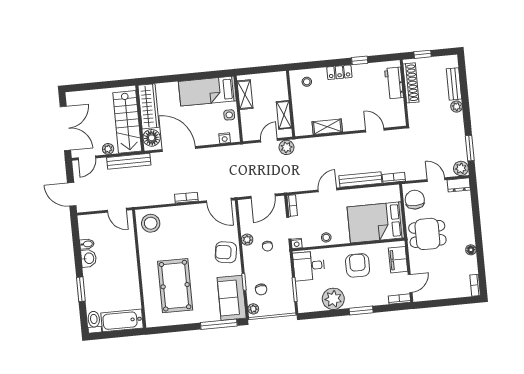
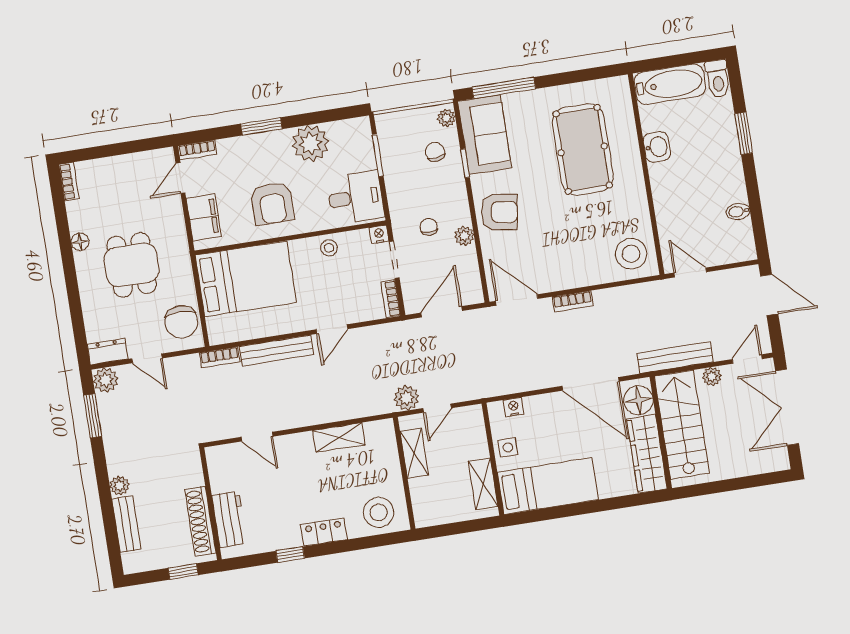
stool: (307, 82) -> (379, 512), width x1.89, depth x1.89
dining table: (427, 234) -> (132, 265), moved, turned 90
washbasin: (89, 258) -> (657, 147), moved, turned 180

